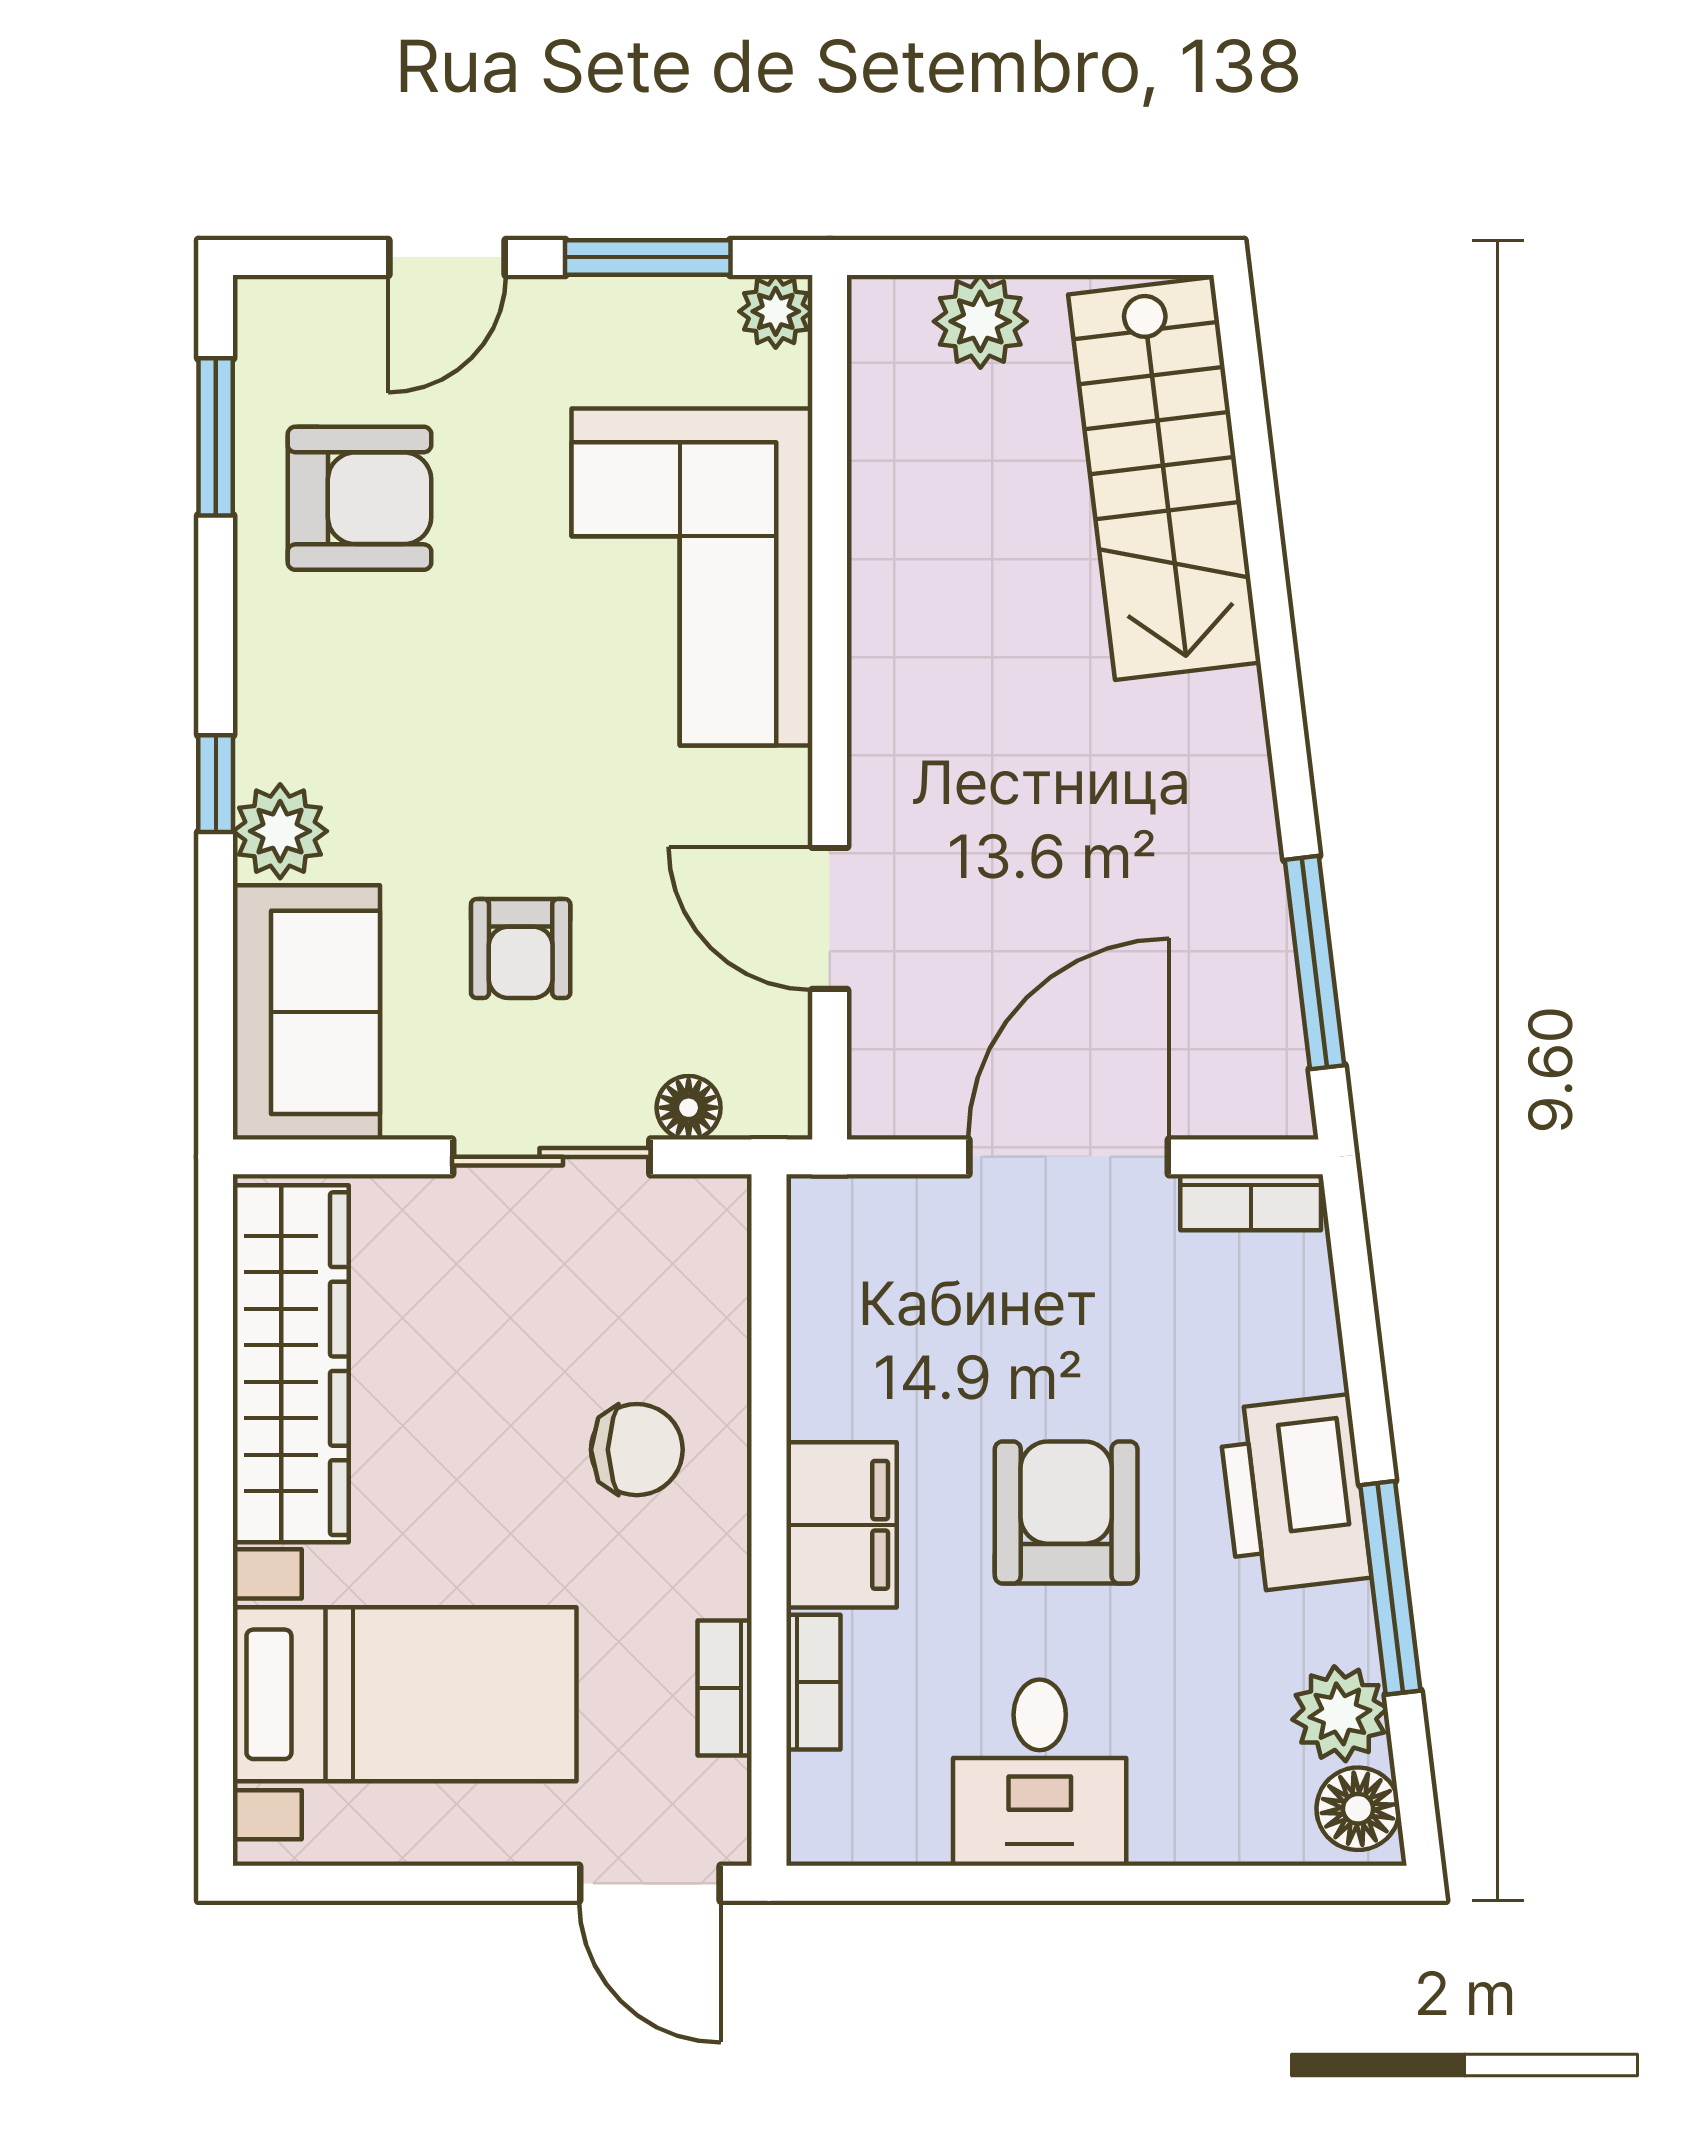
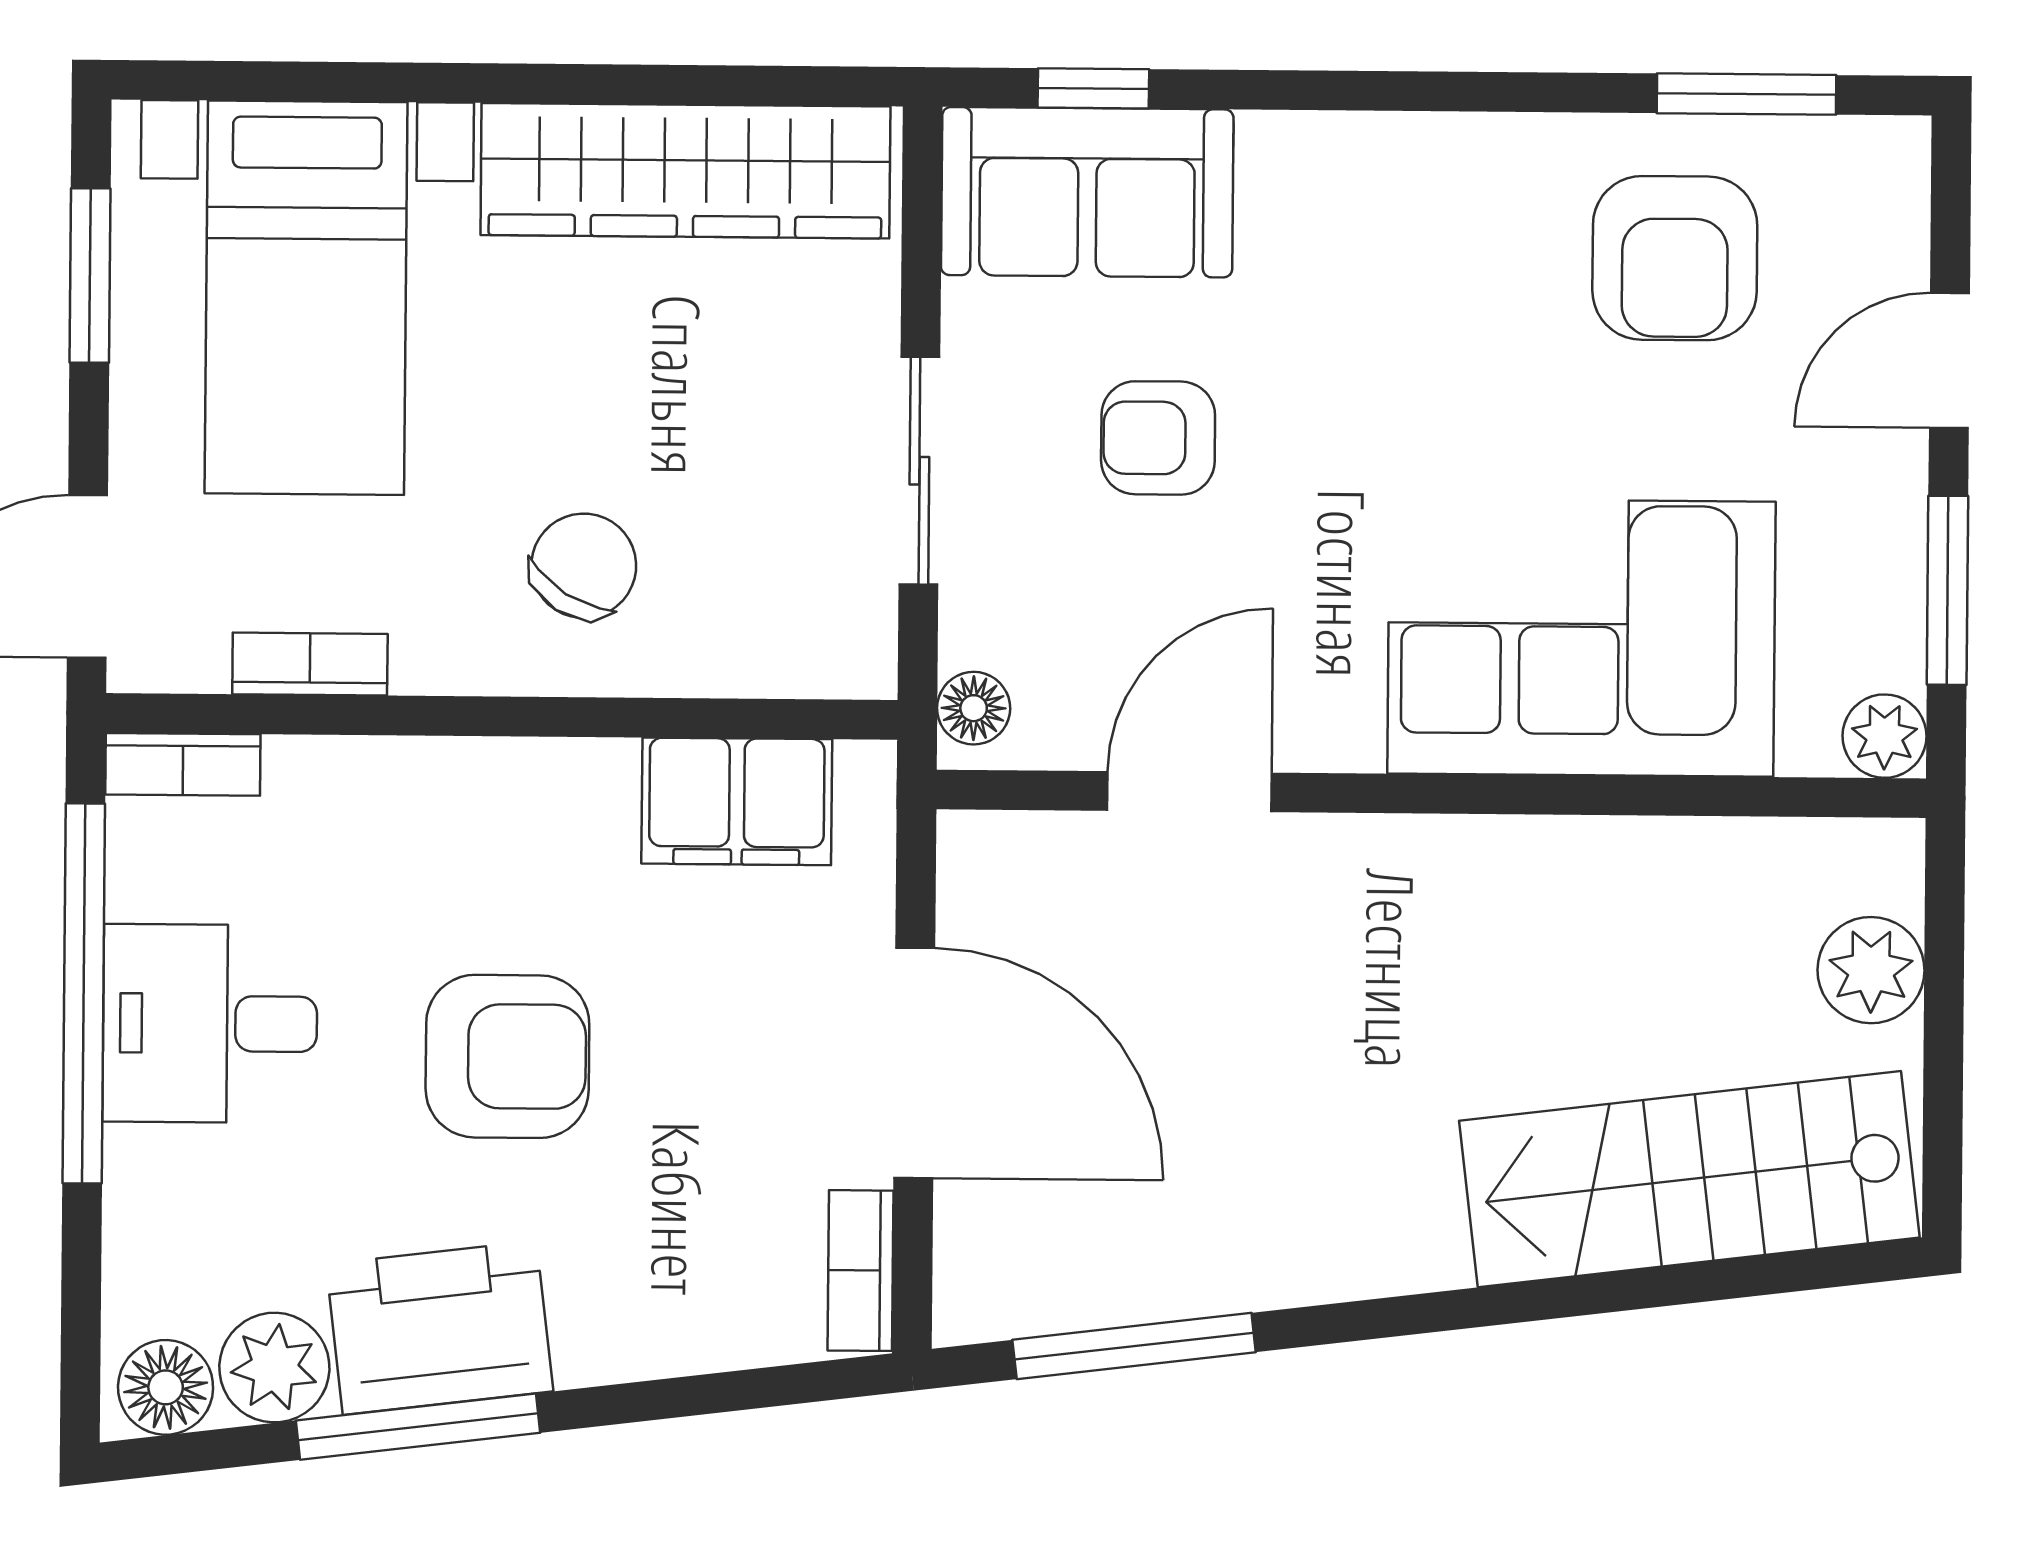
door: (447, 257) -> (1949, 361), hinge flipped
window: (216, 784) -> (1093, 88), moved
plant: (280, 831) -> (1295, 164), removed
floor lamp: (689, 1108) -> (974, 708), moved
chair: (637, 1450) -> (584, 566), turned -148
printer: (1295, 1494) -> (440, 1328), moved
filing cabinet: (842, 1525) -> (737, 801), moved
bookcase: (813, 1682) -> (183, 764), moved
window: (387, 1883) -> (90, 275), added
window: (1014, 1883) -> (84, 993), added

